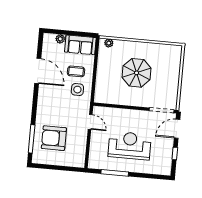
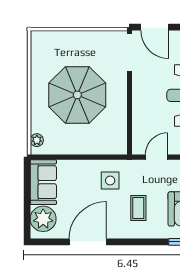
plant: (60, 39) -> (43, 219), width x1.88, depth x1.88
coffee table: (76, 71) -> (138, 208), moved
parasol: (137, 73) -> (77, 95), width x1.36, depth x1.36

